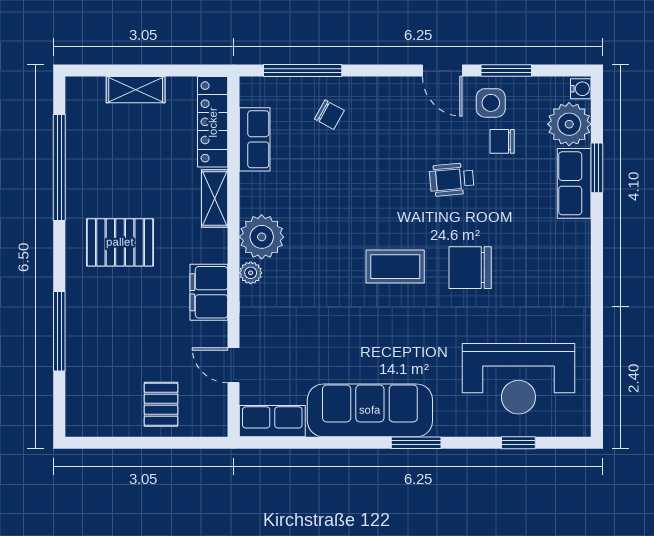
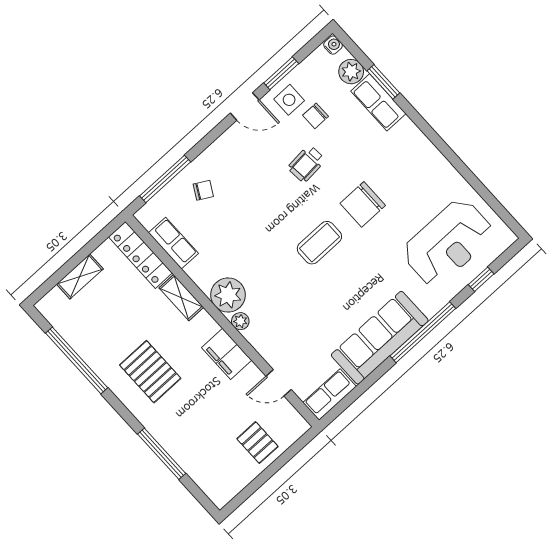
plant: (569, 124) -> (351, 72), width x0.73, depth x0.73
pallet: (120, 242) -> (150, 372), turned 90
window: (416, 443) -> (423, 332), width x2.11

